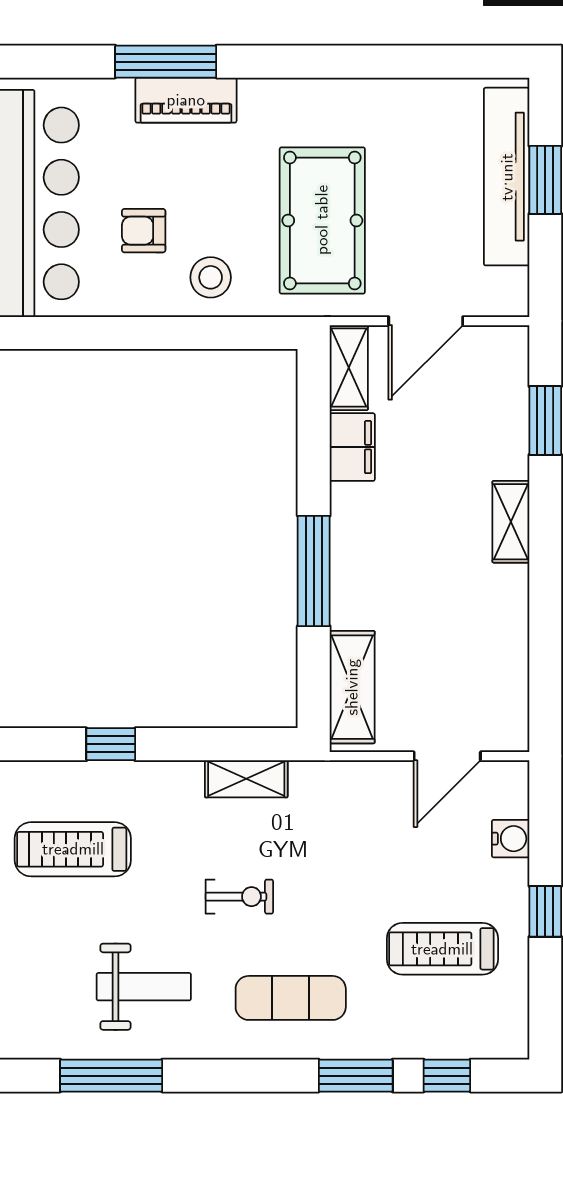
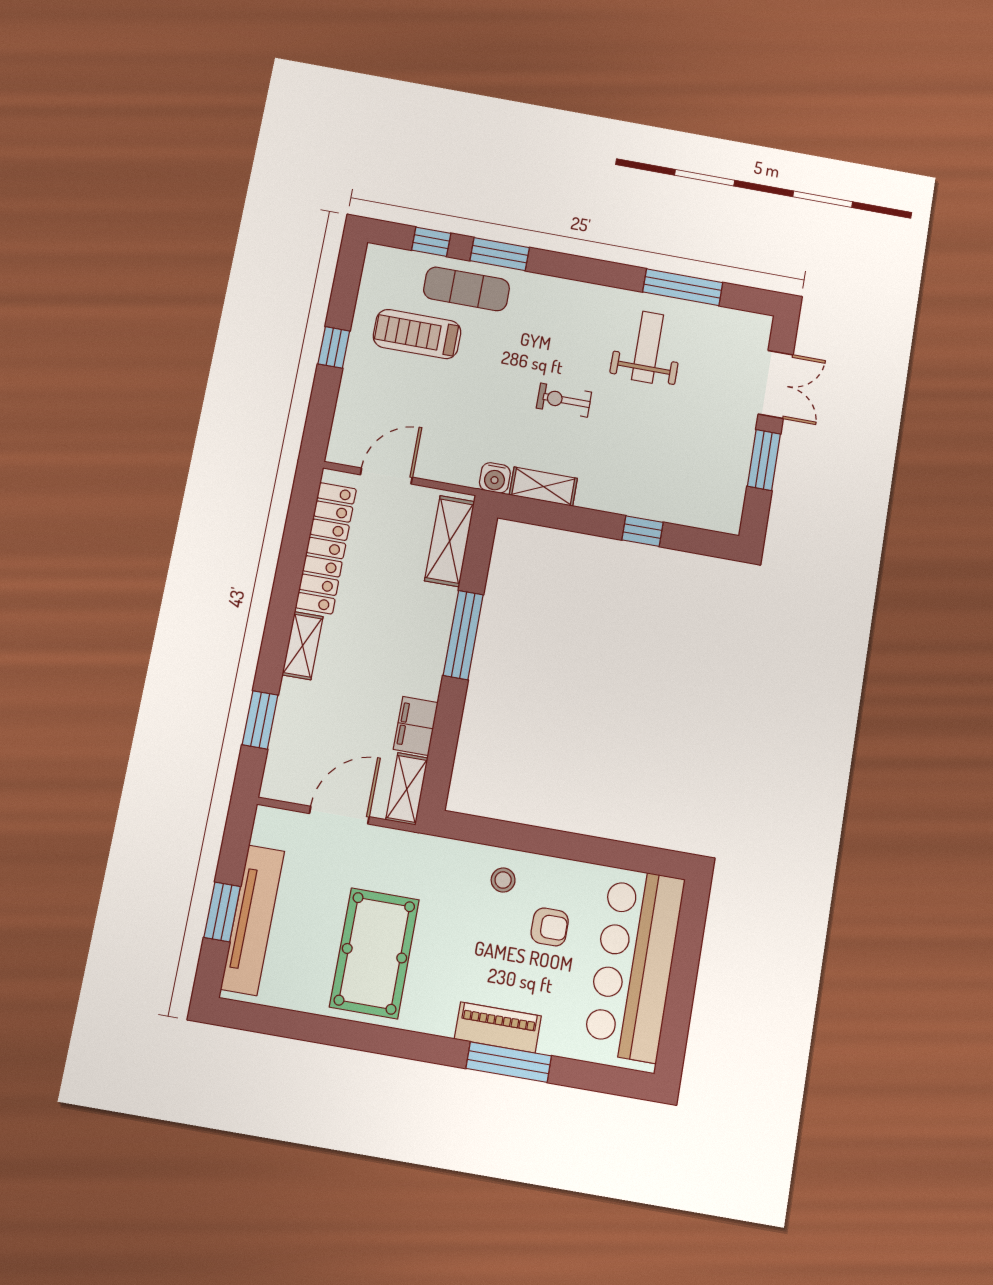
pool table: (322, 220) -> (374, 953), moved
stool: (211, 277) -> (503, 880), width x0.73, depth x0.73
locker: (505, 650) -> (326, 548), added
water cooler: (511, 839) -> (495, 478), moved, turned -90
treadmill: (73, 849) -> (684, 458), removed
treadmill: (442, 949) -> (417, 334), turned 180
weight bench: (144, 987) -> (647, 347), turned 90
exercise mat: (291, 998) -> (467, 289), moved

